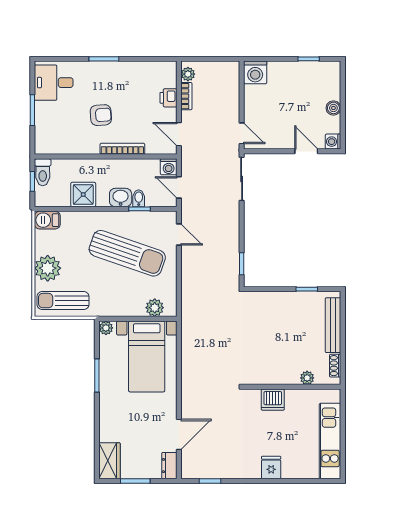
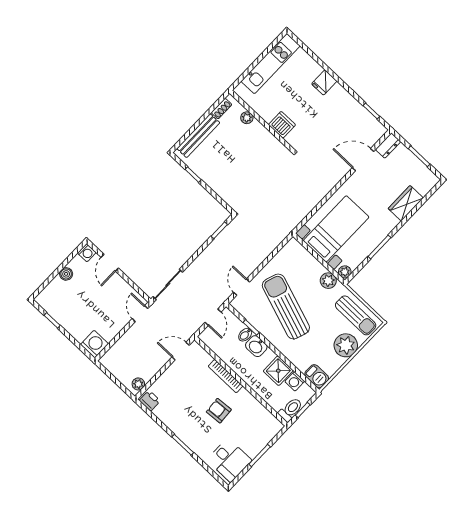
bookcase: (186, 96) -> (153, 371), removed
printer: (168, 98) -> (150, 401), moved, turned -90
door: (179, 134) -> (181, 351), swing flipped
washing machine: (169, 167) -> (295, 381), moved, turned 180
plant: (155, 308) -> (328, 281), moved
wardrobe: (110, 461) -> (406, 203), moved

